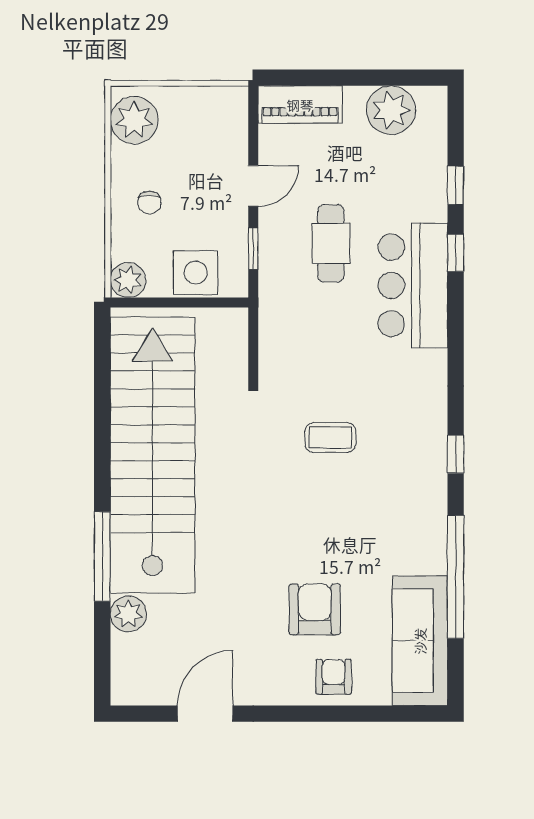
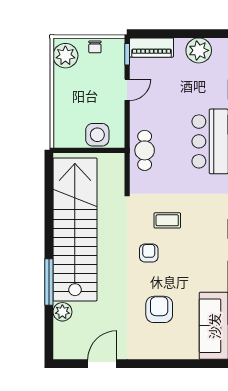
chair: (149, 203) -> (95, 47), moved
cafe table: (331, 243) -> (145, 150), moved
window: (253, 249) -> (127, 54), moved
plant: (128, 280) -> (62, 139), removed
armchair: (334, 677) -> (149, 253), moved

